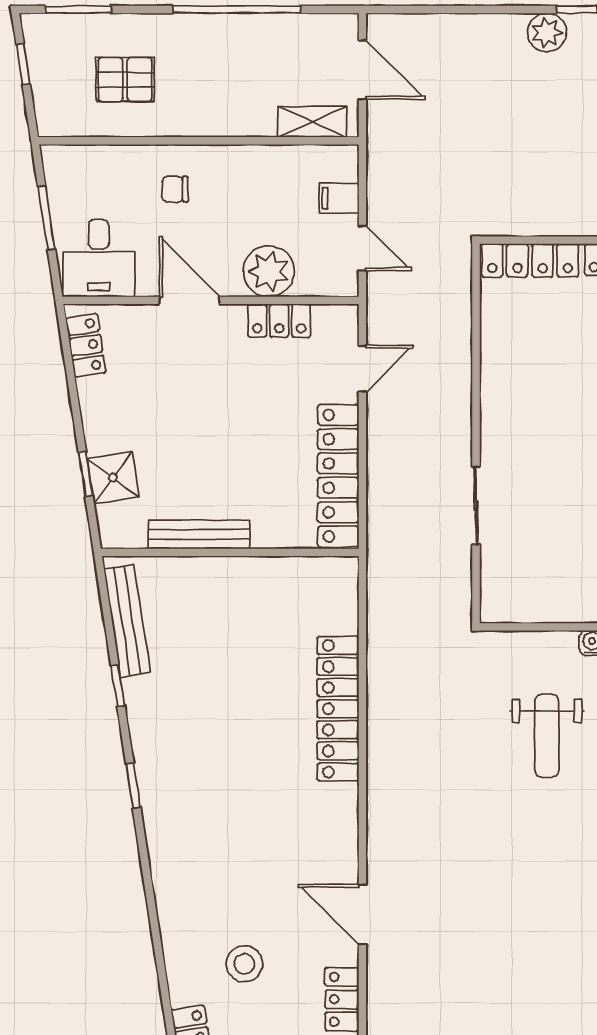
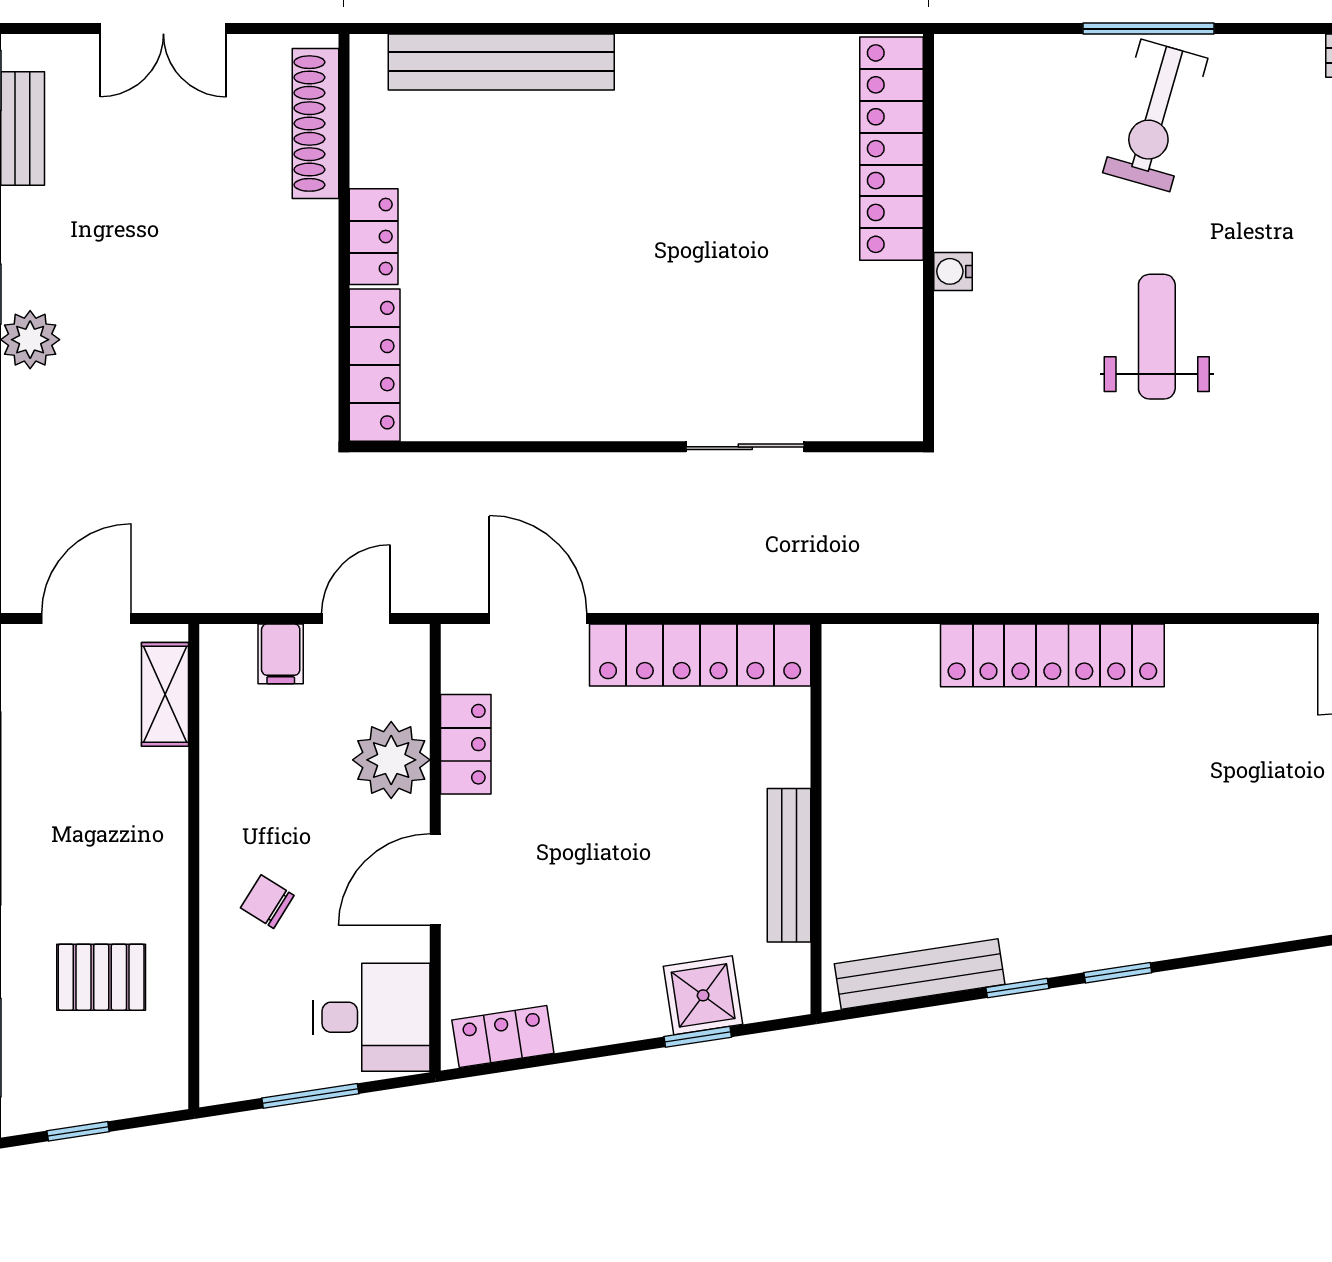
pallet: (125, 79) -> (101, 977), turned 90
chair: (175, 189) -> (267, 902), turned 122
door: (362, 369) -> (538, 618), width x1.38
weight bench: (547, 736) -> (1157, 337), moved, turned -90
window: (133, 786) -> (1118, 973), moved

